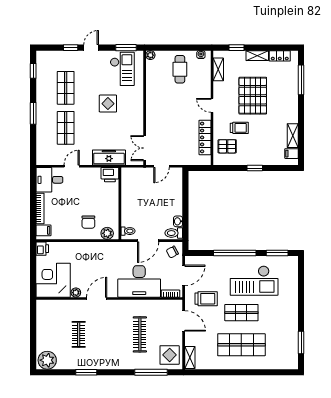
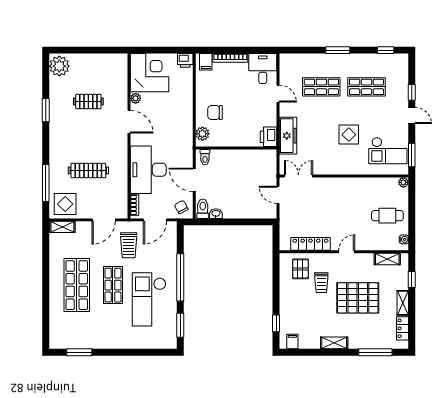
shelving: (293, 136) -> (334, 343), moved
window: (255, 168) -> (276, 323), moved
door: (184, 275) -> (155, 220), hinge flipped

